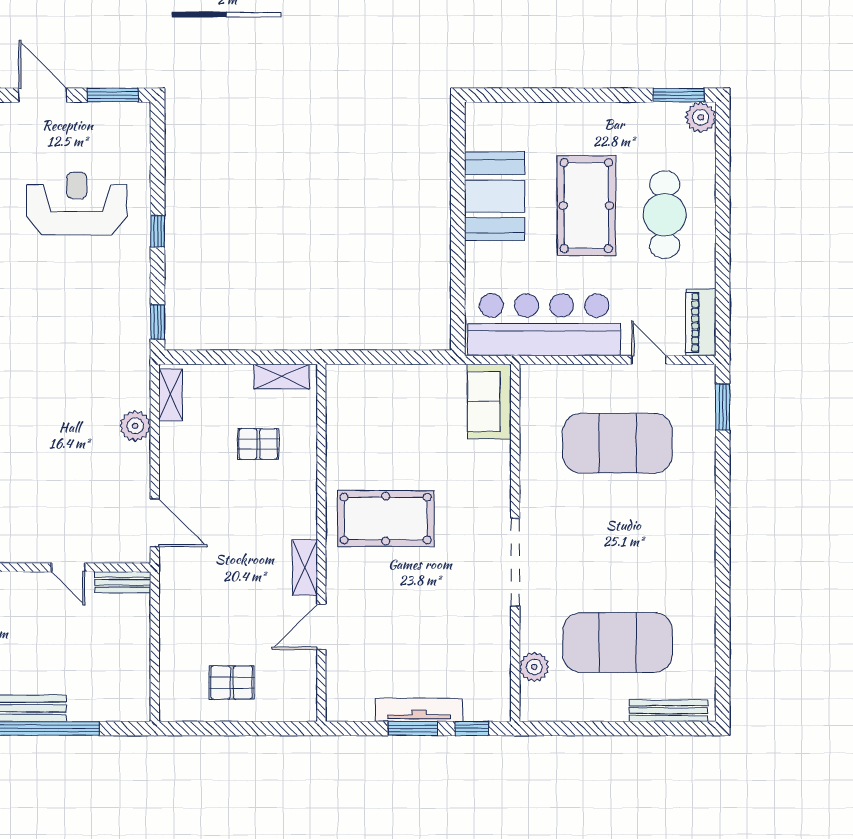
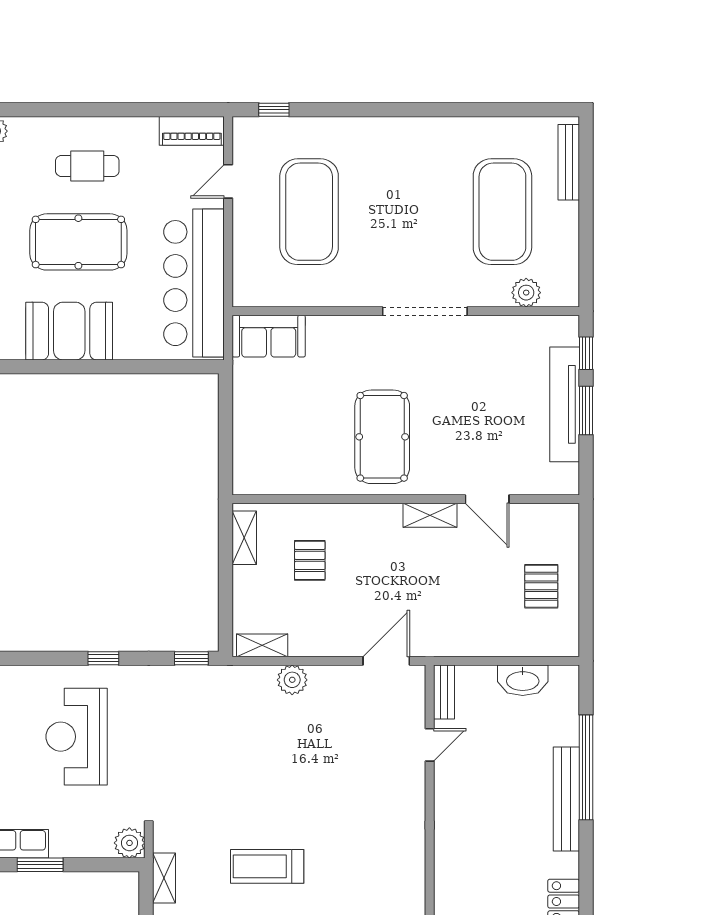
cafe table: (665, 215) -> (87, 166), width x0.73, depth x0.74
window: (723, 407) -> (274, 110), width x0.67
washbasin: (135, 663) -> (523, 680), added
tv unit: (419, 710) -> (565, 404), width x1.36, depth x1.29

